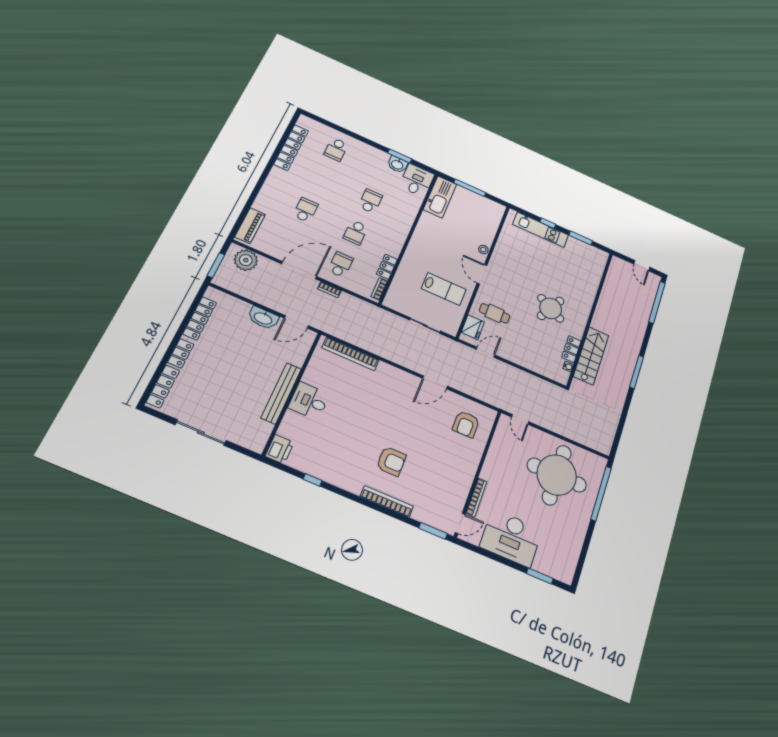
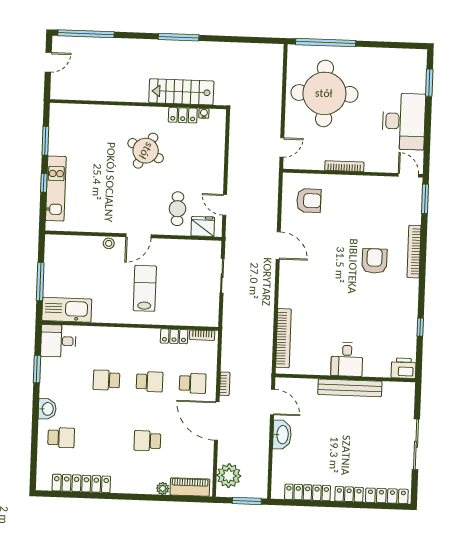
washbasin: (397, 164) -> (47, 409), moved
plant: (259, 205) -> (163, 488), added
school desk: (340, 265) -> (193, 383), turned 180
lab bench: (444, 289) -> (145, 288), moved
bookcase: (476, 497) -> (344, 166), moved

